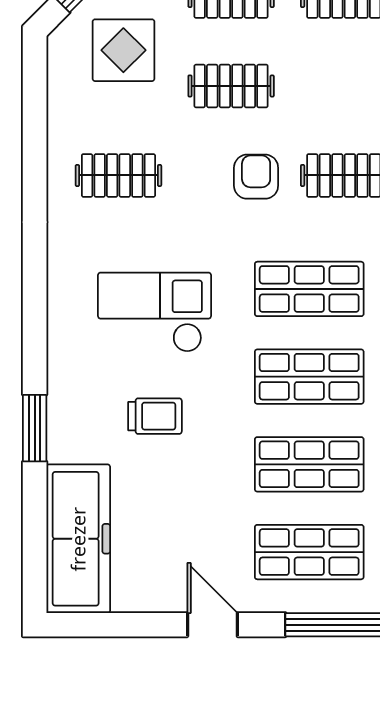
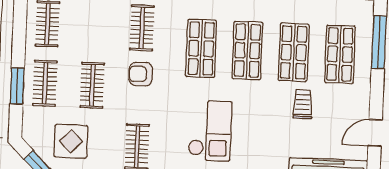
checkout: (155, 312) -> (210, 131), turned 180
trolley: (155, 416) -> (303, 104), moved
door: (212, 625) -> (375, 133), moved

